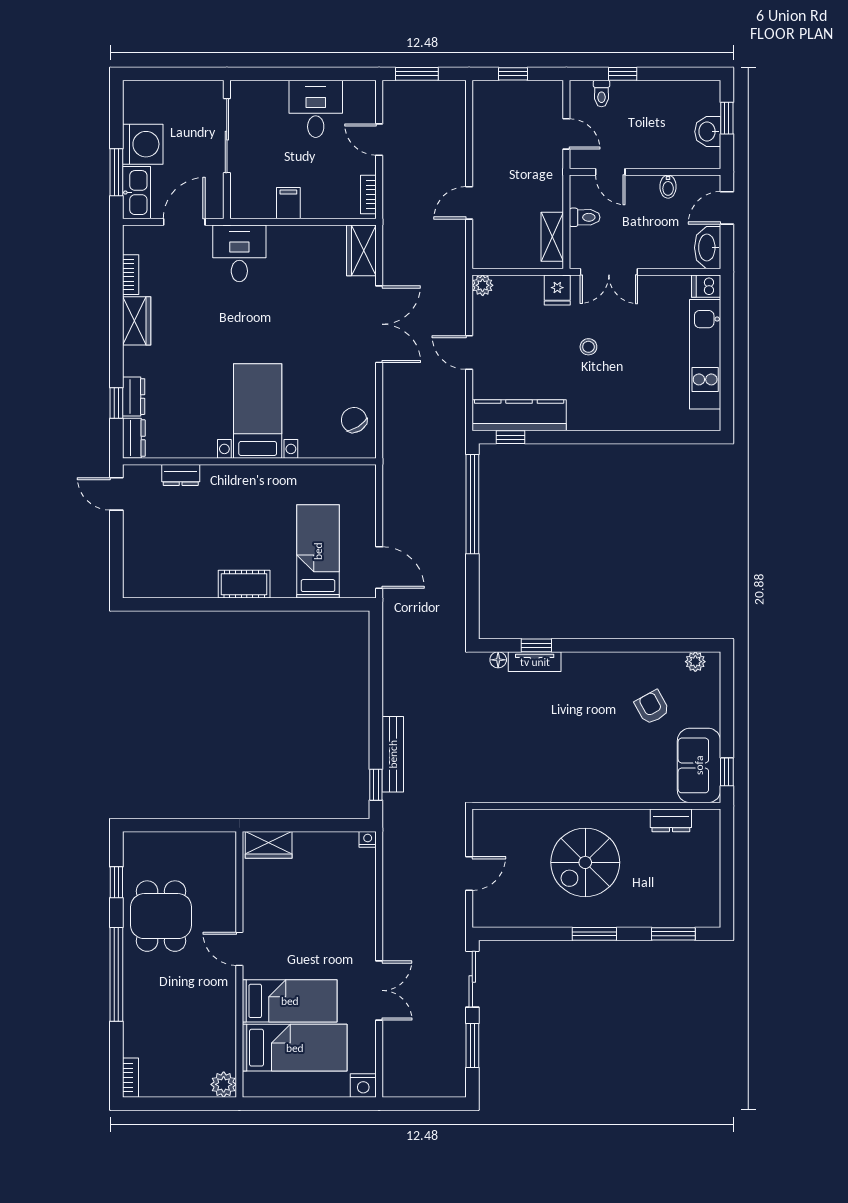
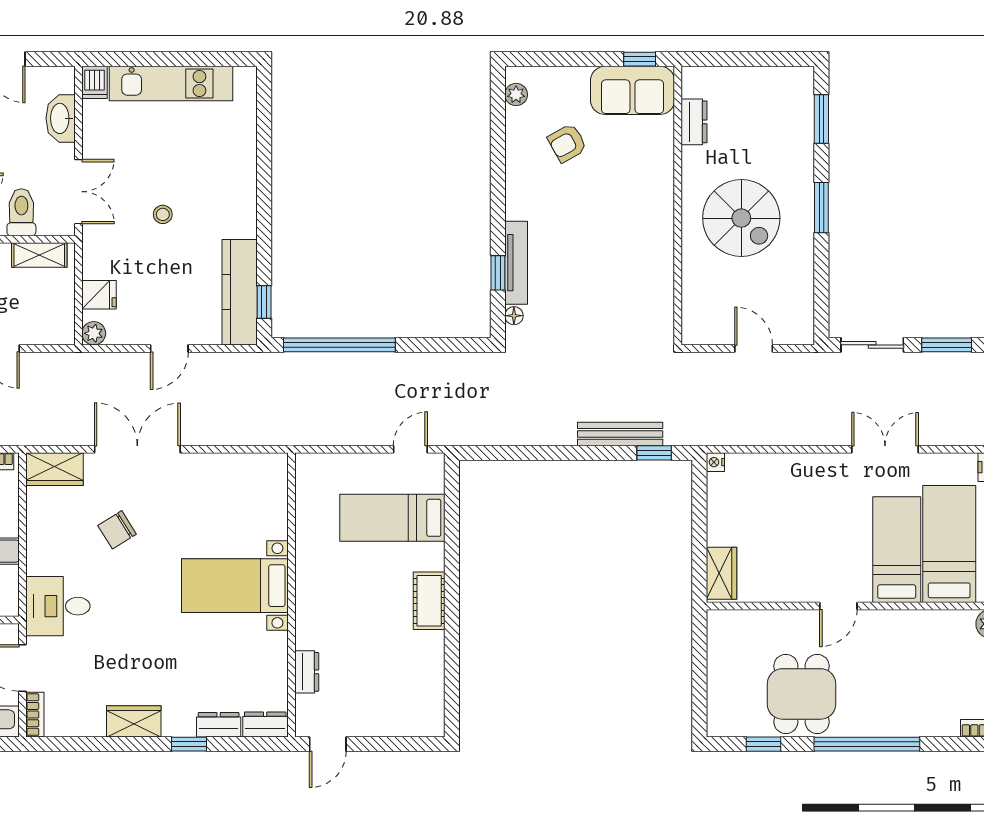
toilet: (585, 217) -> (21, 212), width x1.37, depth x1.39
washbasin: (708, 248) -> (61, 118), moved, turned 90
bookcase: (131, 275) -> (35, 715), moved, turned 90
fridge: (557, 290) -> (99, 295), moved
window: (116, 403) -> (189, 744), moved
chair: (354, 420) -> (117, 530), moved
door: (379, 567) -> (410, 449), width x0.73
tv unit: (535, 662) -> (516, 263), width x1.41
dining table: (161, 916) -> (801, 694), turned 90

